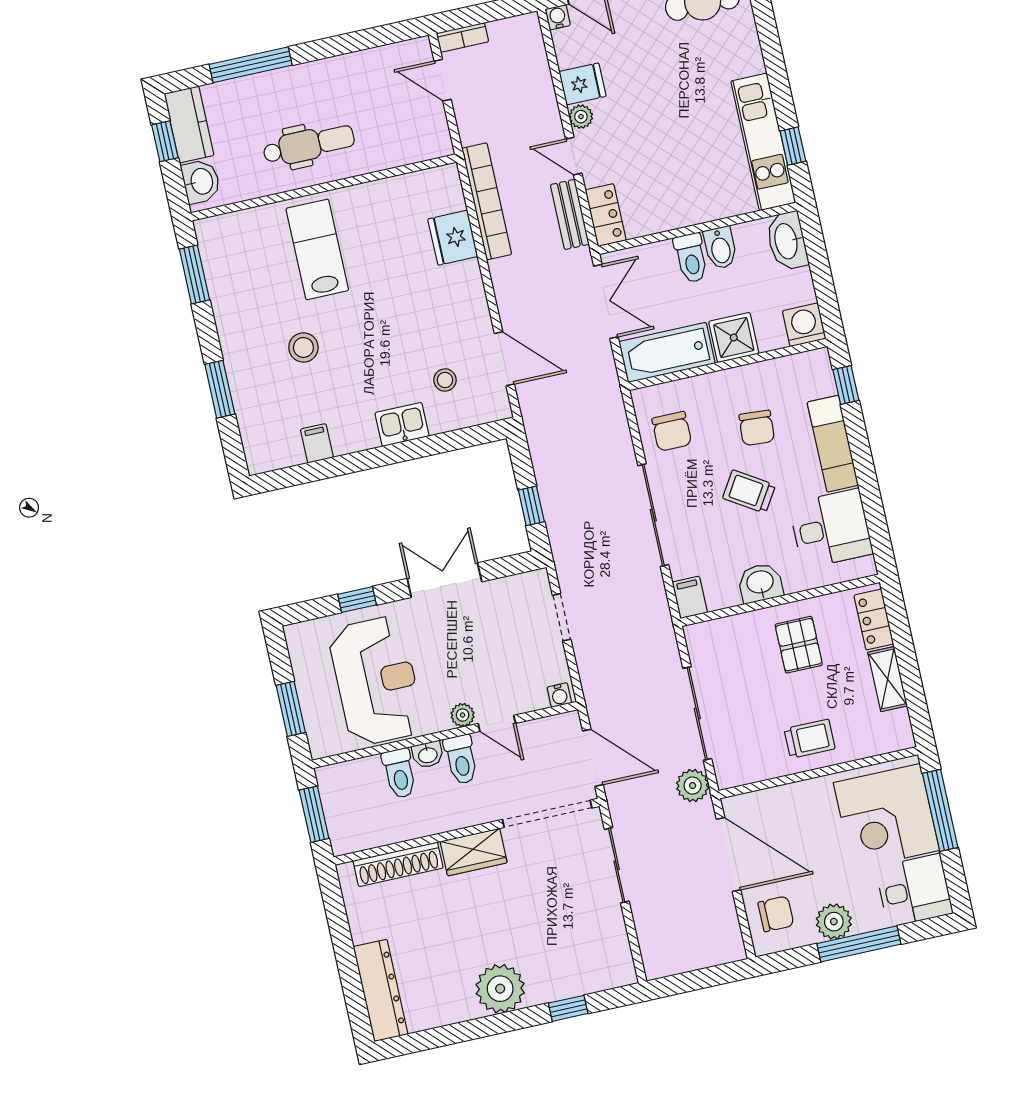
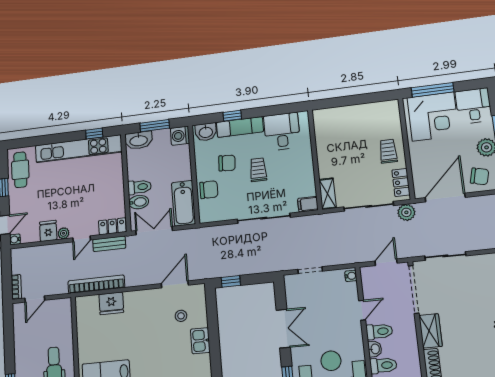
kitchen unit: (763, 142) -> (79, 149), width x1.36
bidet: (720, 248) -> (139, 202), moved
window: (820, 270) -> (155, 126), added
shower: (734, 338) -> (181, 170), removed
window: (846, 385) -> (232, 116), moved
chair: (672, 431) -> (209, 190), moved
trolley: (749, 492) -> (258, 170), turned 148
window: (531, 506) -> (231, 281), moved
double door: (444, 580) -> (283, 329), swing flipped
washbasin: (760, 583) -> (206, 132), moved, turned -90
locker: (874, 620) -> (401, 182), moved, turned 90
pallet: (799, 645) -> (339, 152), removed
shelving: (888, 679) -> (328, 194), moved, turned 90
plant: (463, 715) -> (356, 328), removed
door: (593, 758) -> (386, 262), width x0.73
chair: (776, 914) -> (480, 176), turned 104

